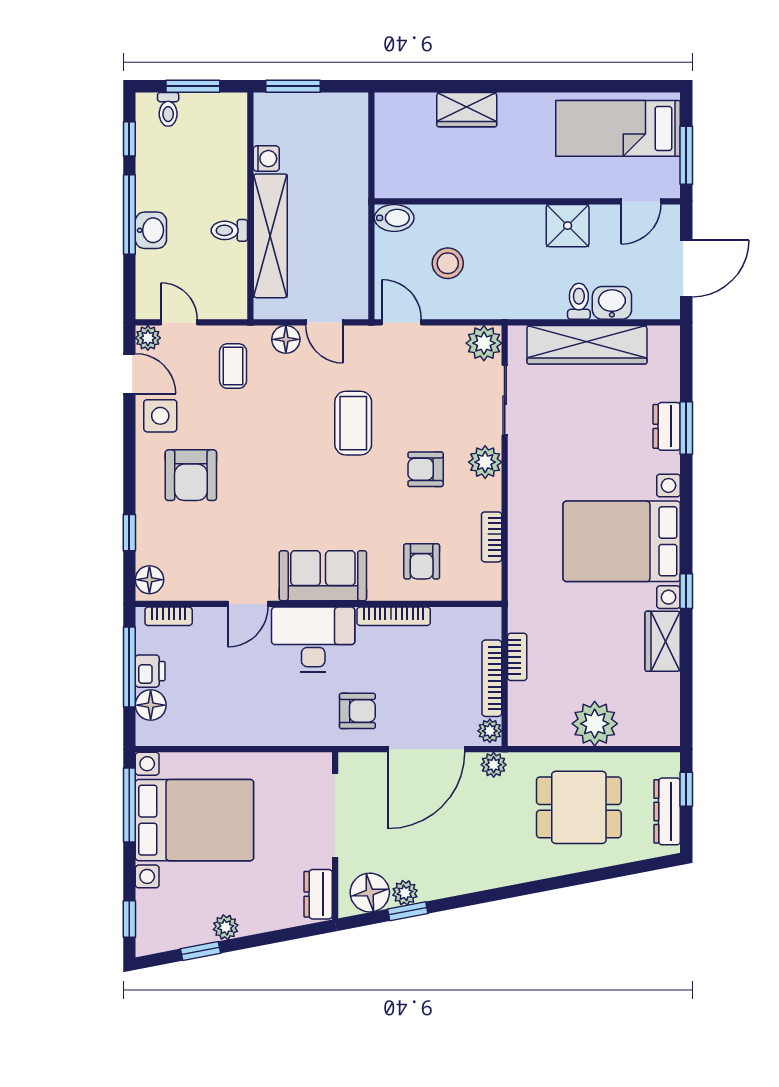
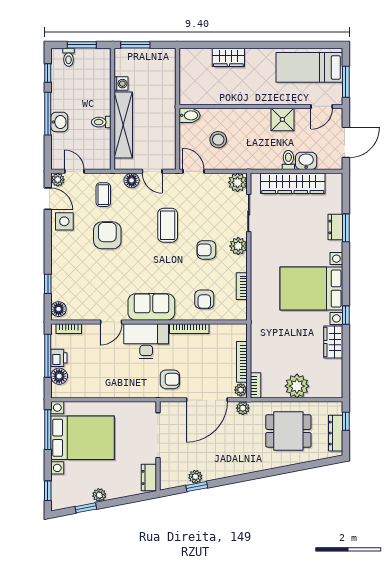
armchair: (191, 475) -> (107, 235), moved, turned 180
bookcase: (517, 657) -> (255, 385), moved
floor lamp: (370, 893) -> (176, 477), removed

